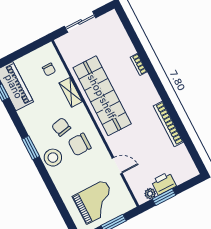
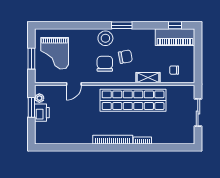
bookcase: (168, 124) -> (113, 140), moved

